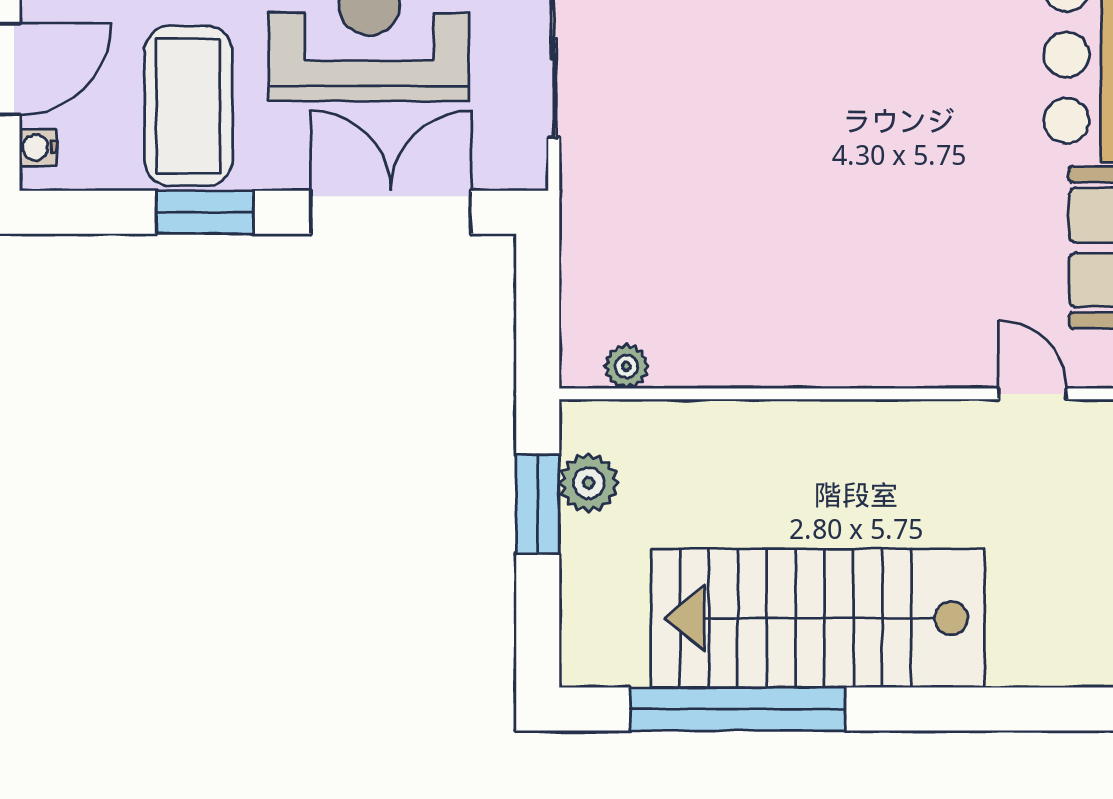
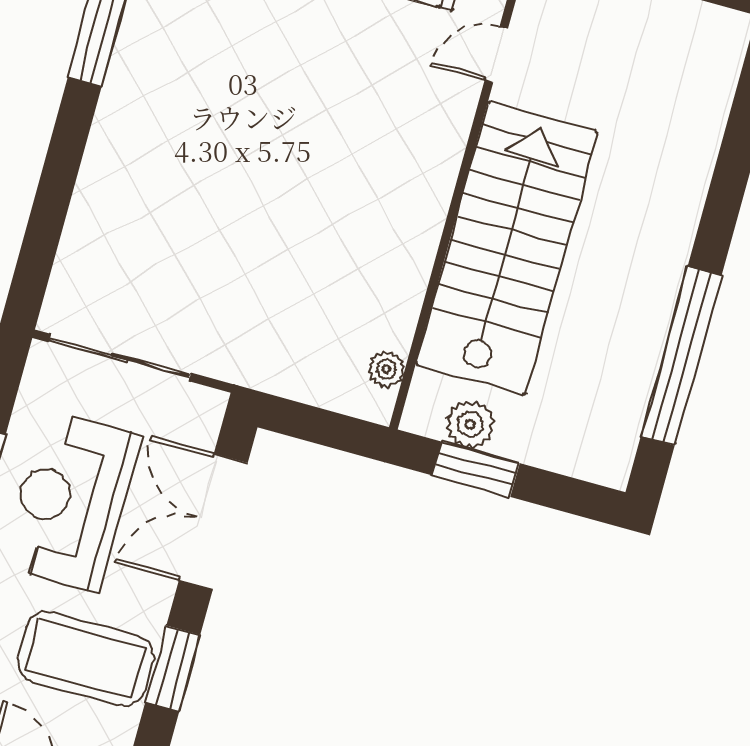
stairs: (818, 618) -> (507, 248), moved, turned 180

